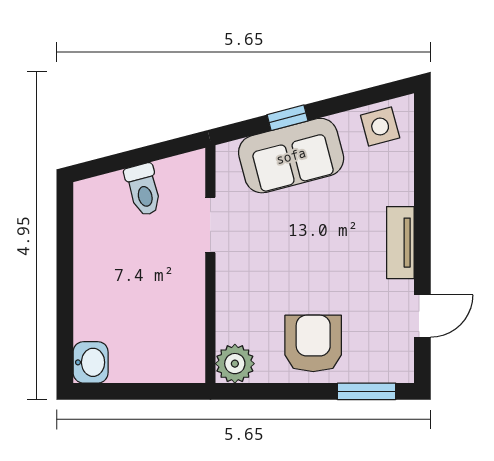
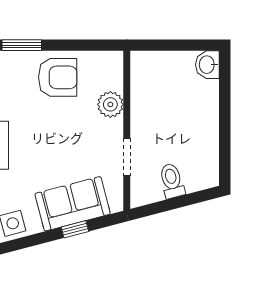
armchair: (313, 343) -> (58, 77), turned -90
plant: (235, 364) -> (110, 104), moved

